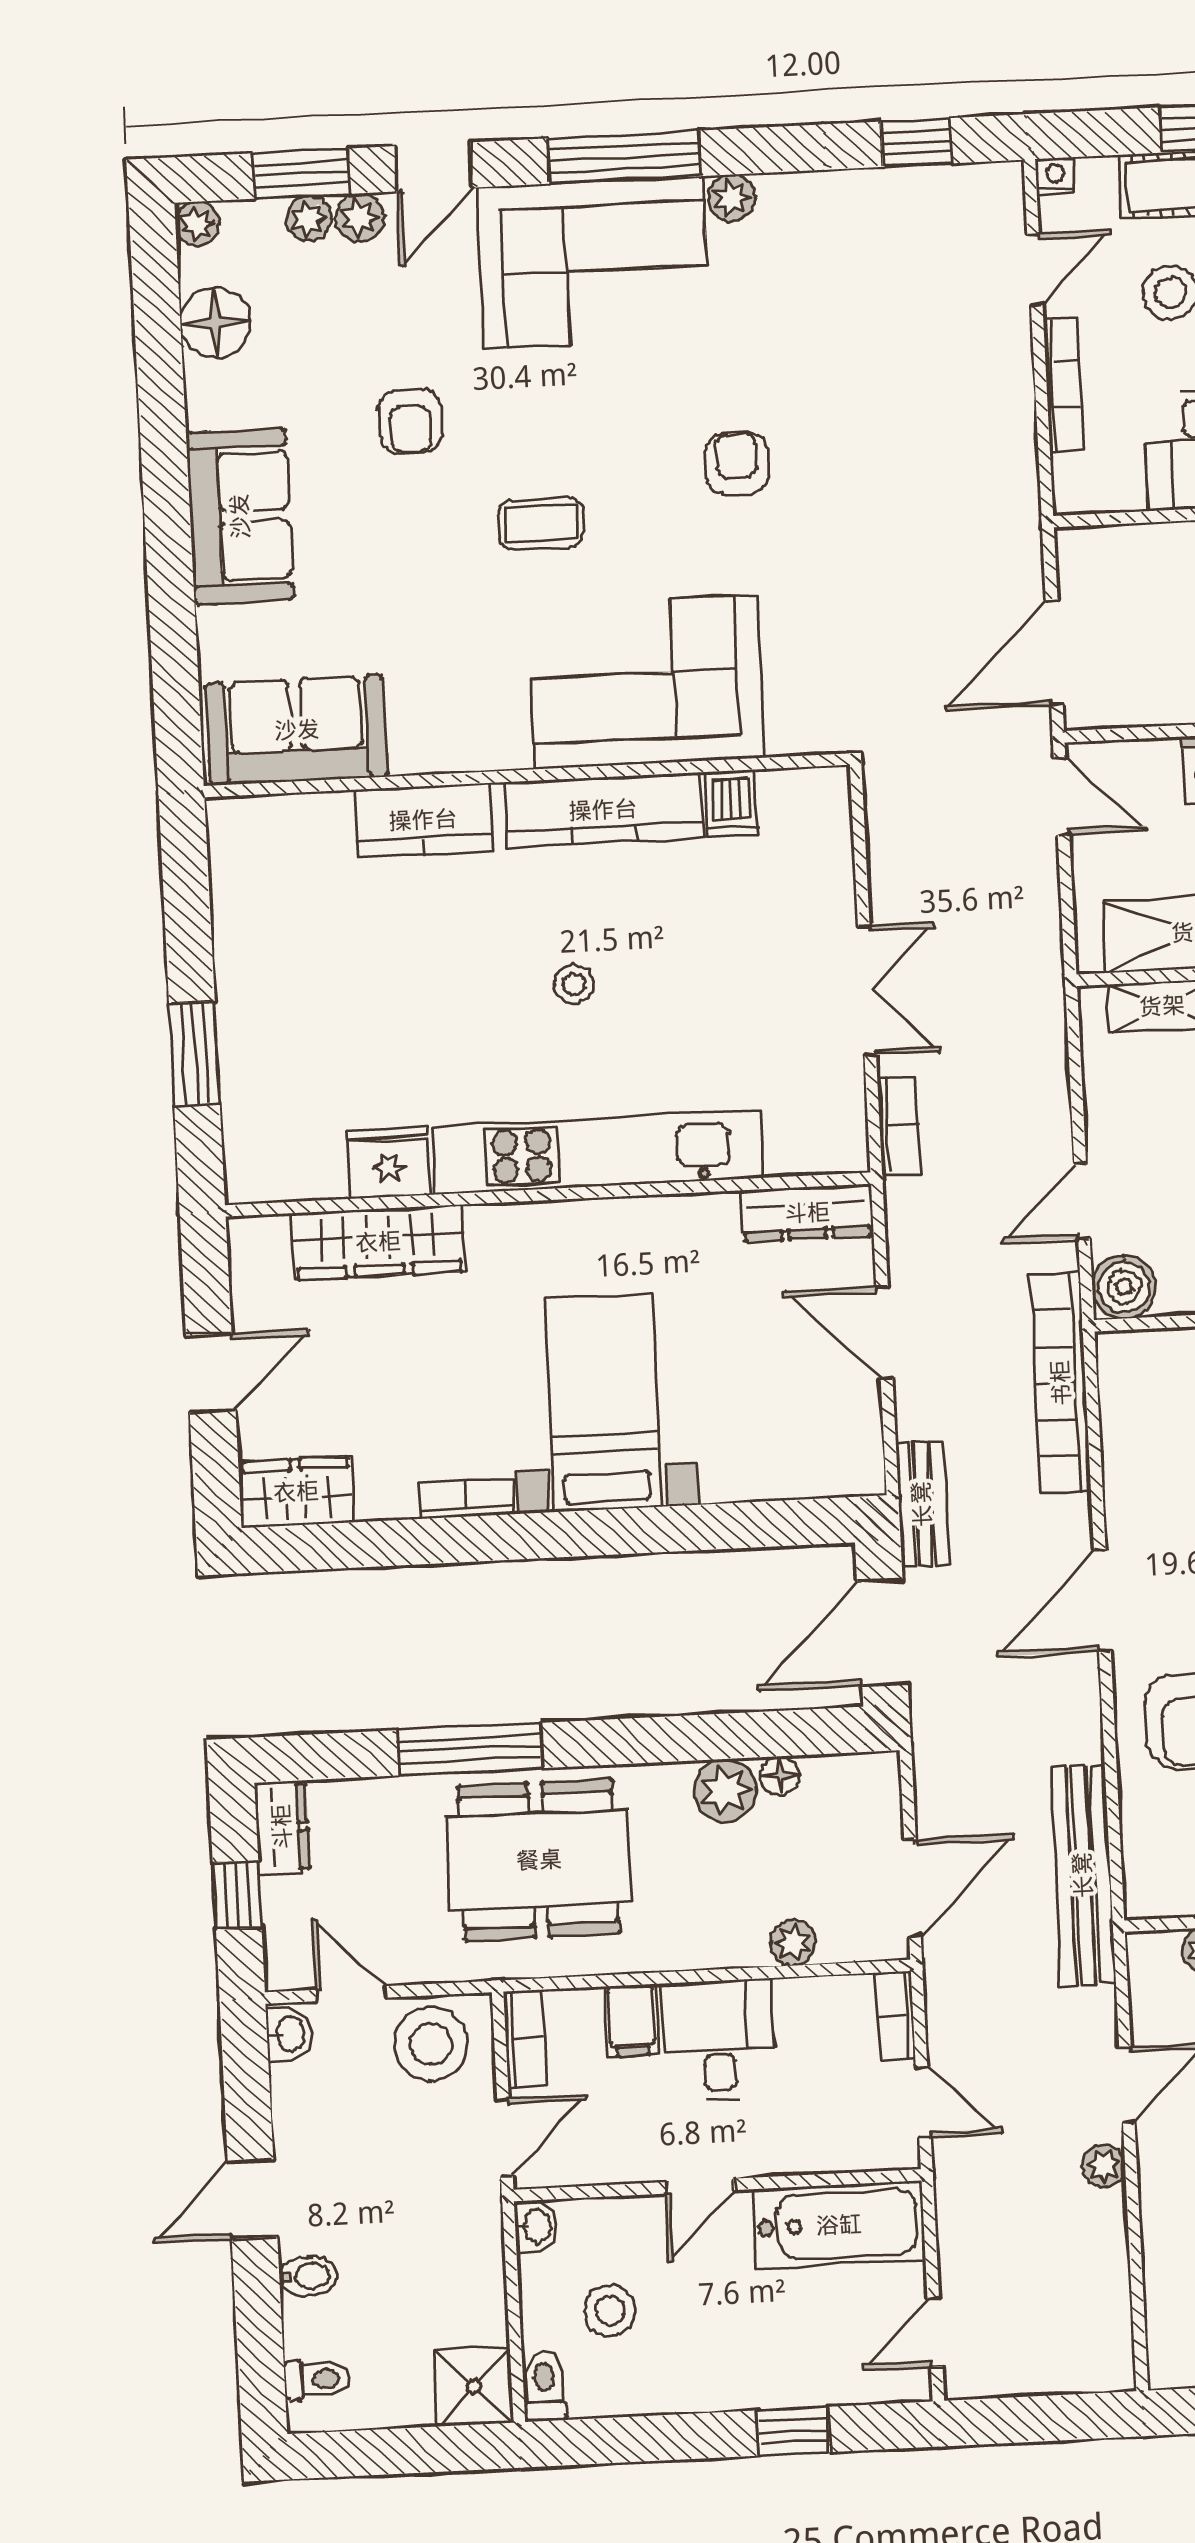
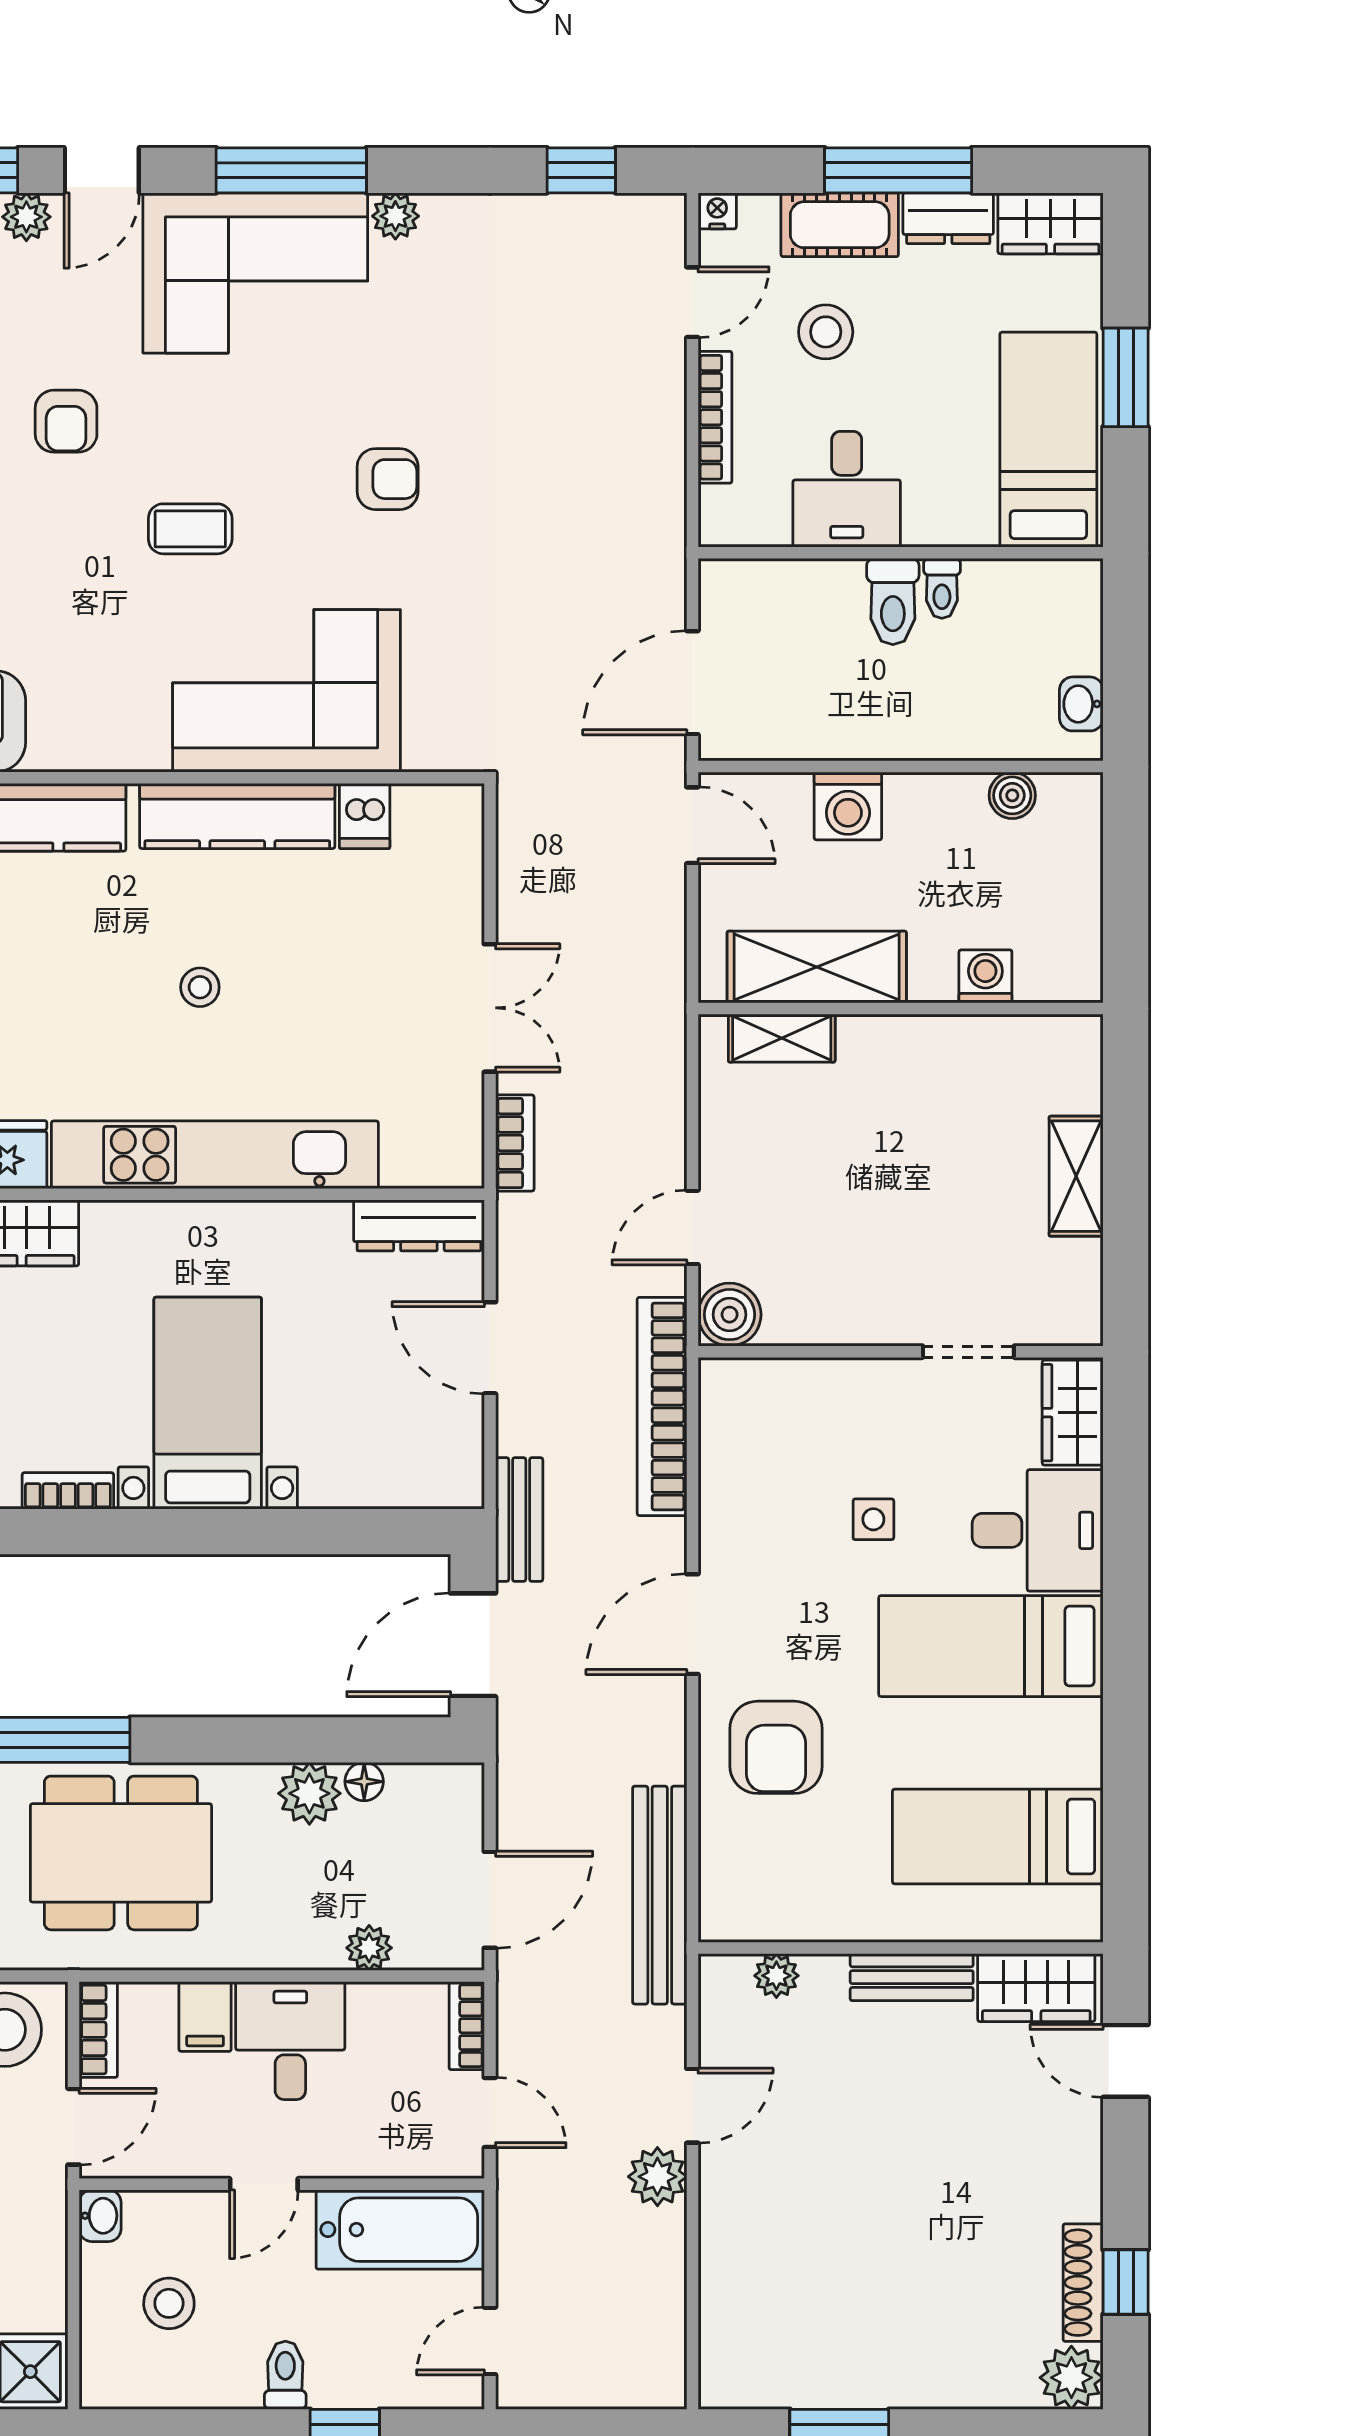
armchair: (737, 463) -> (388, 479), turned 90
plant: (1104, 2166) -> (657, 2177), width x1.38, depth x1.38
toilet: (544, 2387) -> (285, 2375), moved

